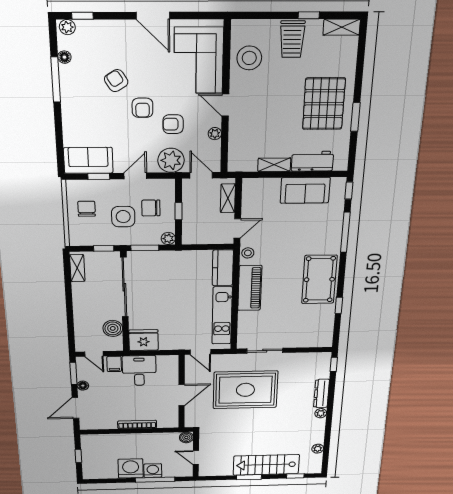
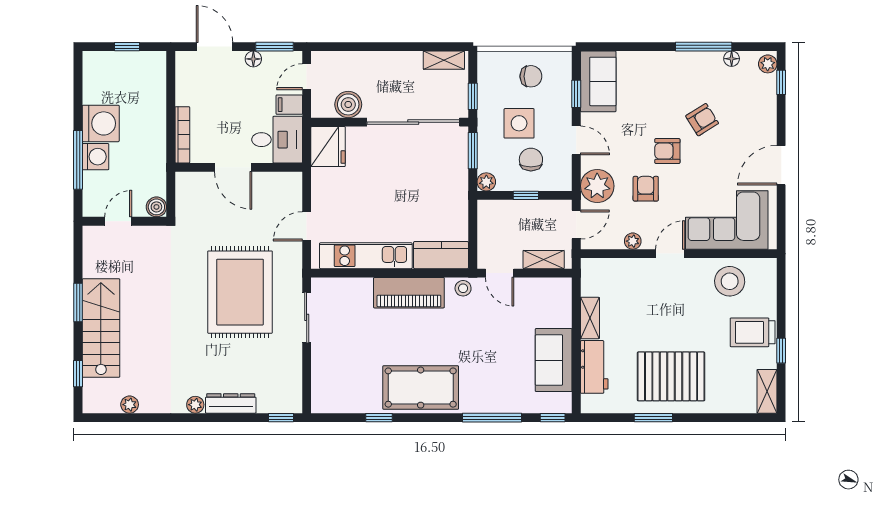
wall: (182, 392) -> (239, 167), moved
door: (182, 395) -> (233, 167), moved

